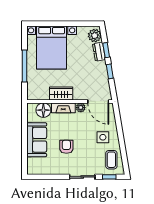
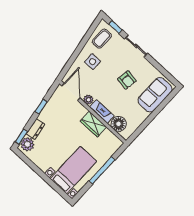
bed with nightstands: (52, 48) -> (73, 170), width x0.73
window: (106, 50) -> (21, 137), moved
sofa: (37, 140) -> (155, 95), moved
armchair: (66, 147) -> (127, 80), turned -81

